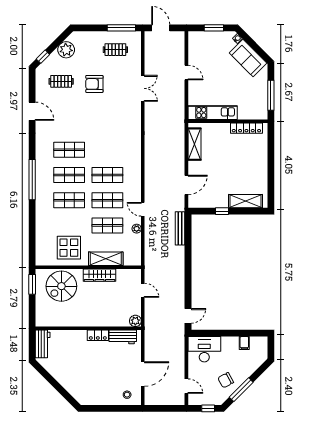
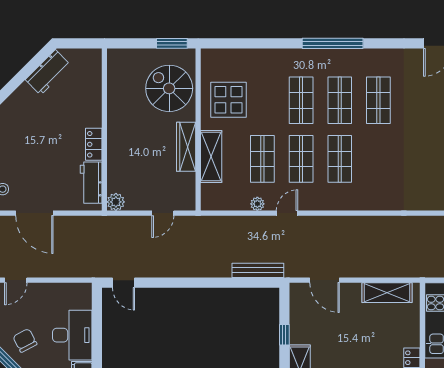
workbench: (43, 344) -> (48, 72), moved, turned -45
desk: (204, 349) -> (72, 335), moved

